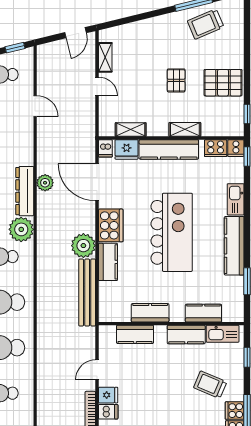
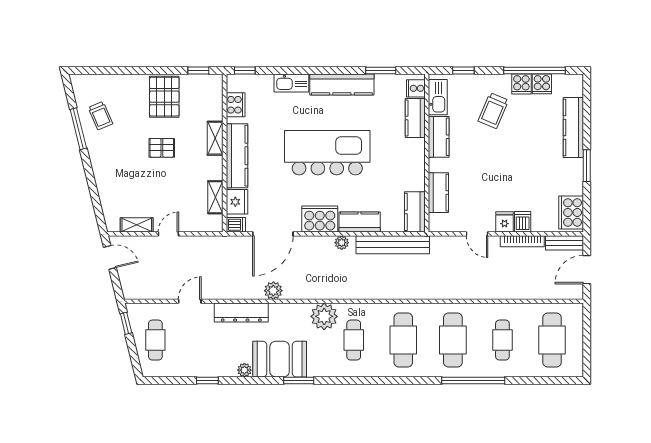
trolley: (206, 24) -> (100, 116), width x0.73, depth x0.72
cooker: (236, 148) -> (416, 88), moved, turned 180
dresser: (25, 191) -> (241, 313), moved
plant: (83, 246) -> (342, 243), width x0.53, depth x0.53
kitchen counter: (150, 313) -> (415, 212), moved

